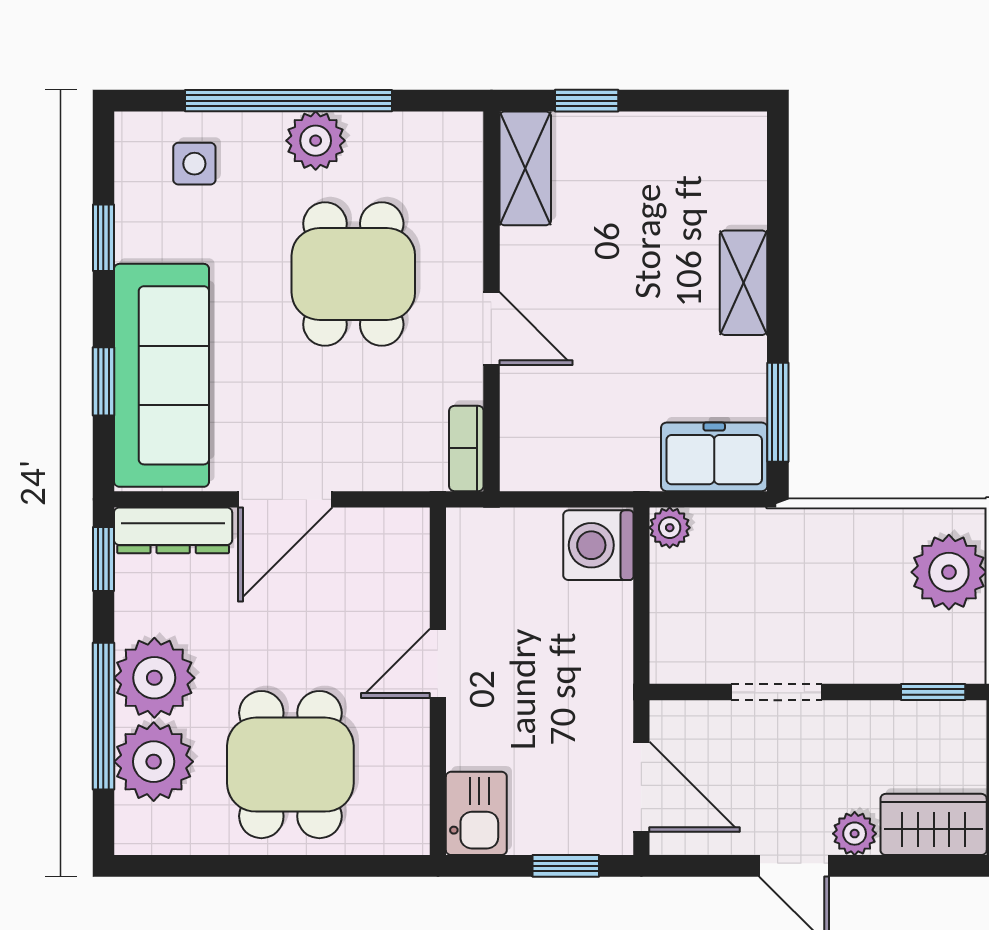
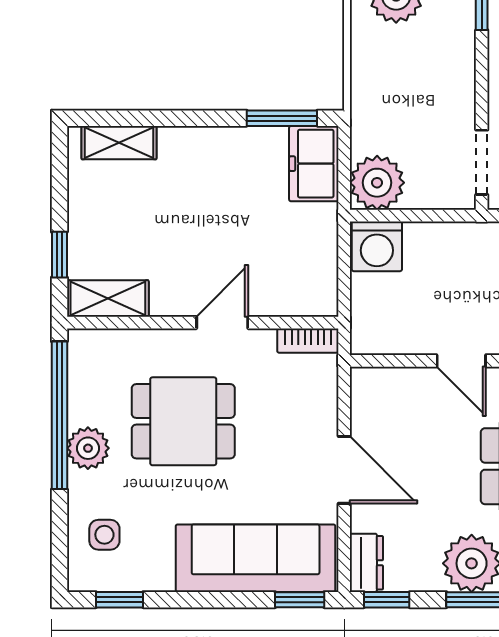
window: (288, 101) -> (59, 415), moved
window: (103, 238) -> (120, 600), moved
shelving: (744, 283) -> (119, 143), moved
window: (103, 381) -> (300, 600), moved
plant: (670, 528) -> (377, 183), width x1.88, depth x1.88
dresser: (173, 530) -> (366, 563), width x0.70
doorway: (777, 692) -> (482, 162), moved

